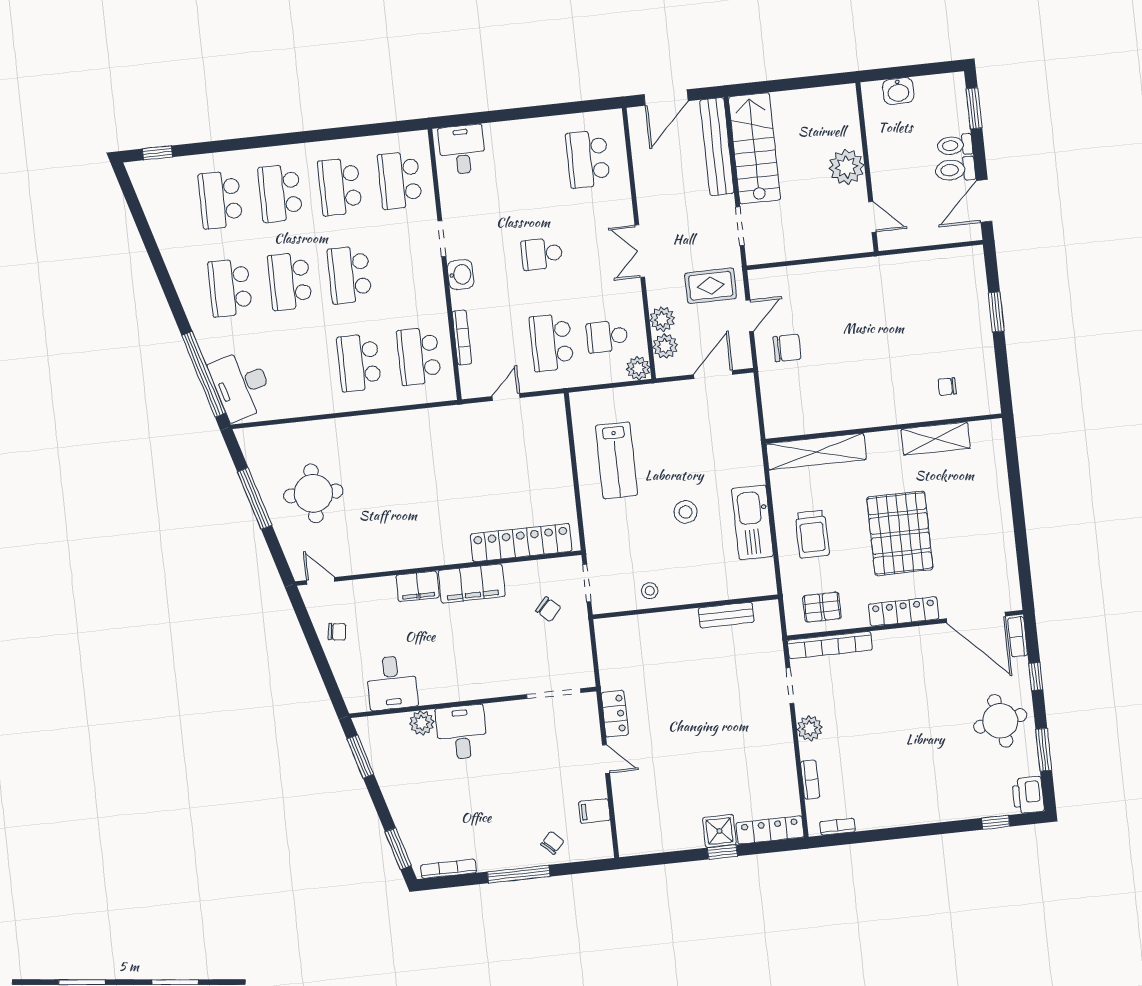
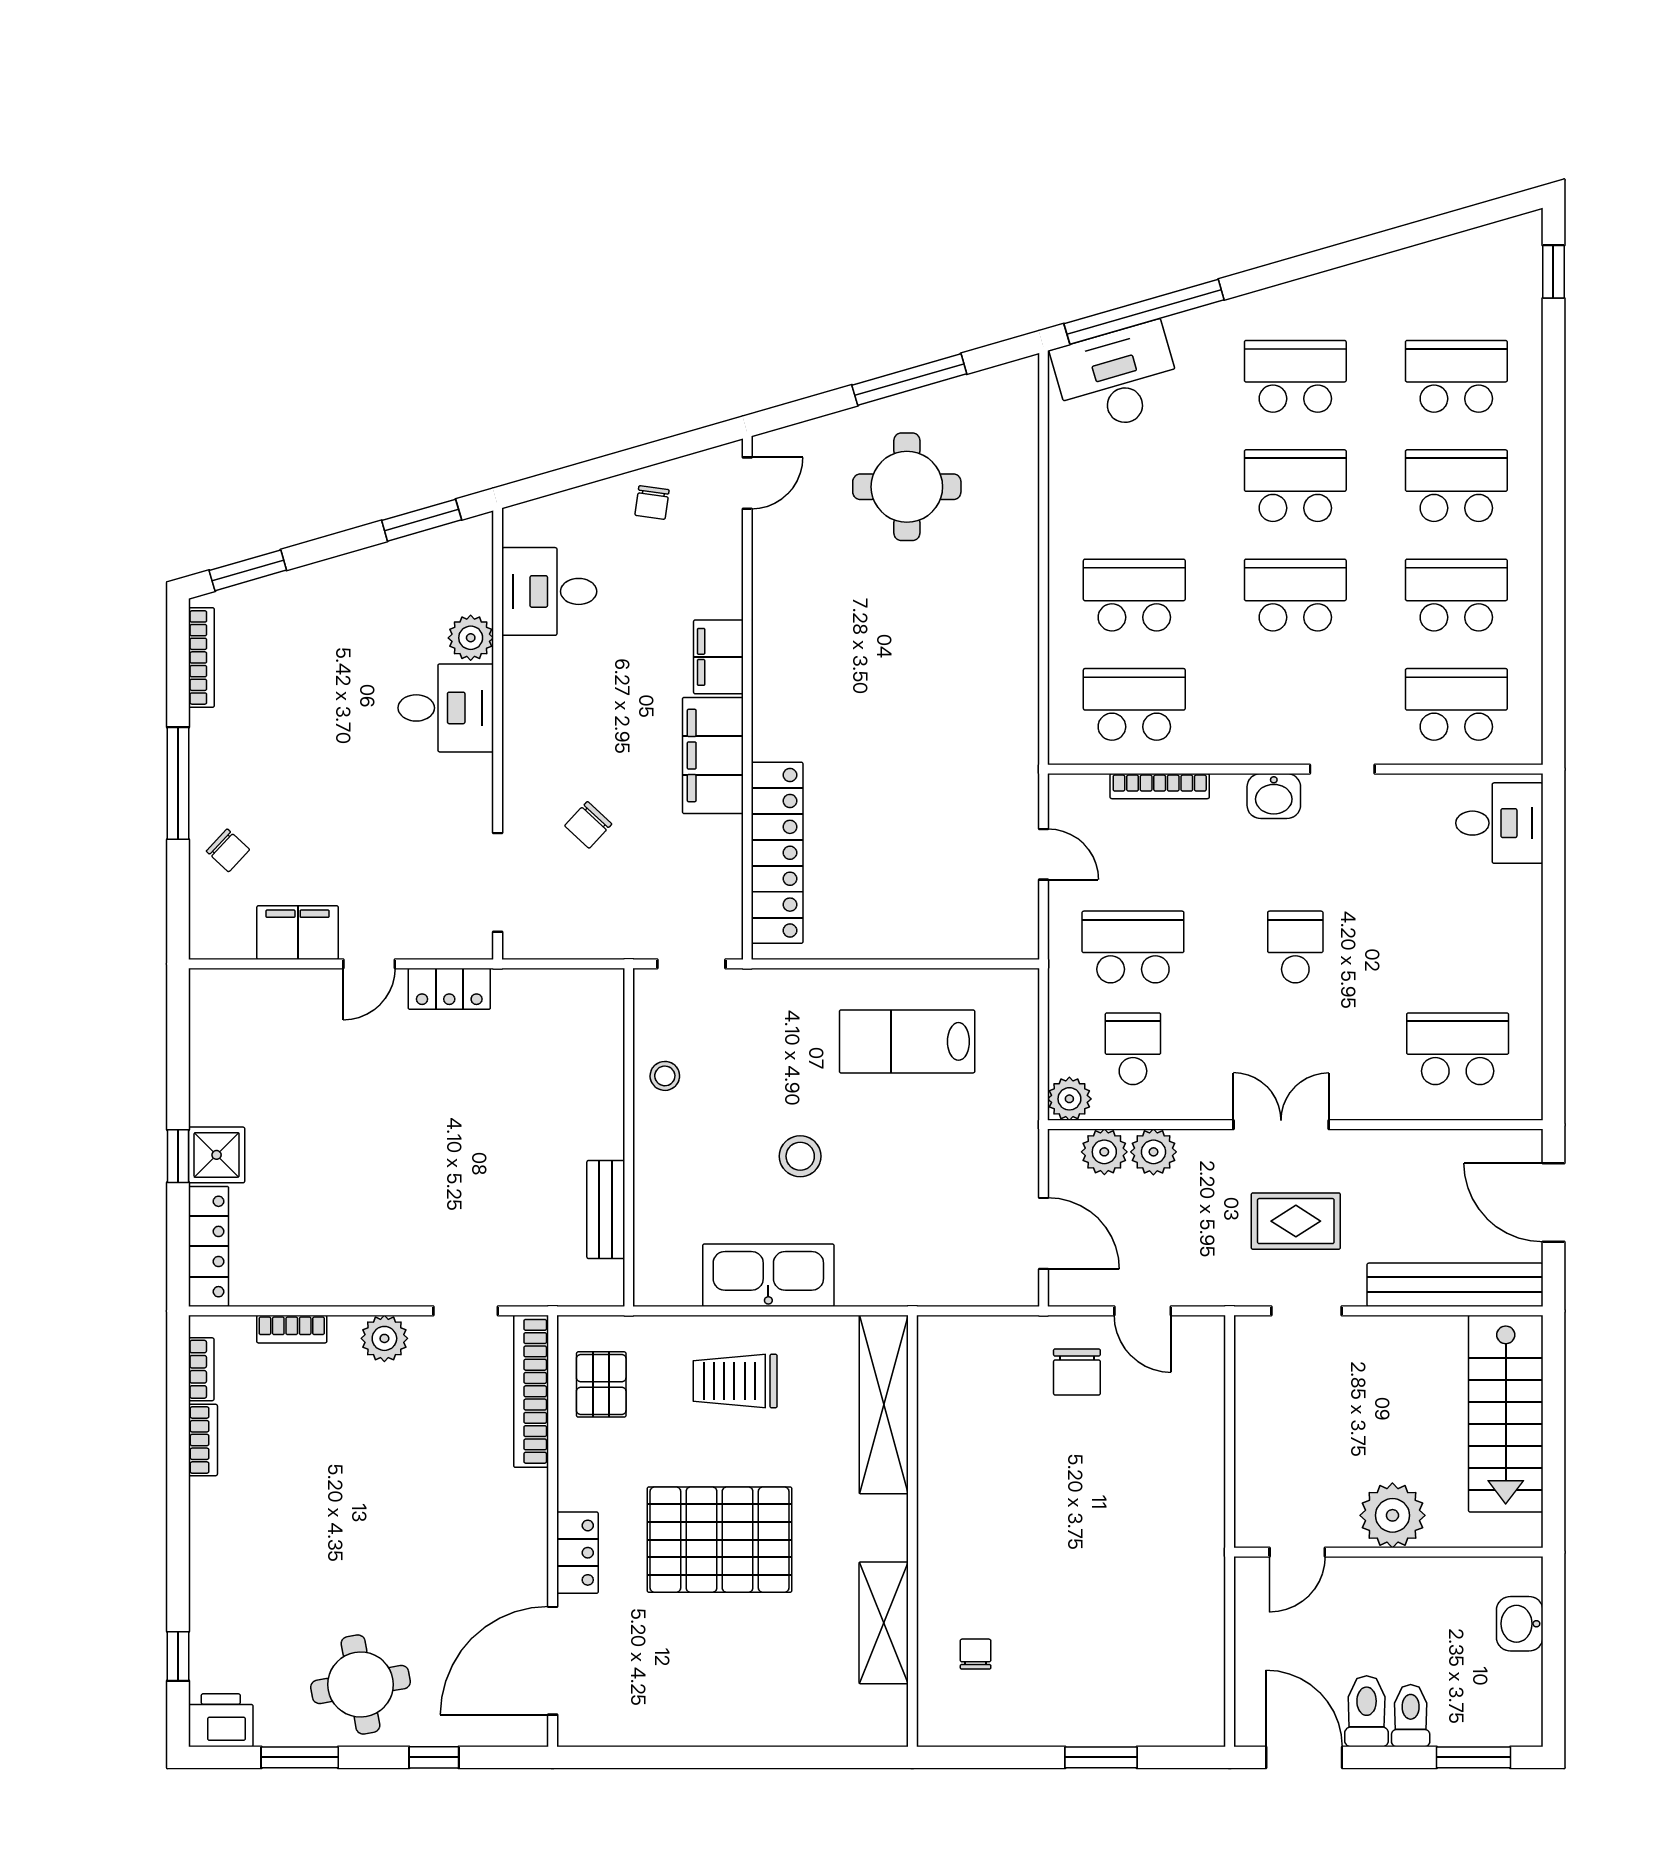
stairs: (754, 148) -> (1506, 1414), moved, turned 90
rug: (711, 286) -> (1296, 1221), moved, turned 90
chair: (548, 609) -> (588, 825), moved
locker: (904, 611) -> (577, 1553), width x0.66
bookcase: (1018, 637) -> (203, 1440), moved, turned 90
filing cabinet: (594, 811) -> (298, 933), width x2.00

